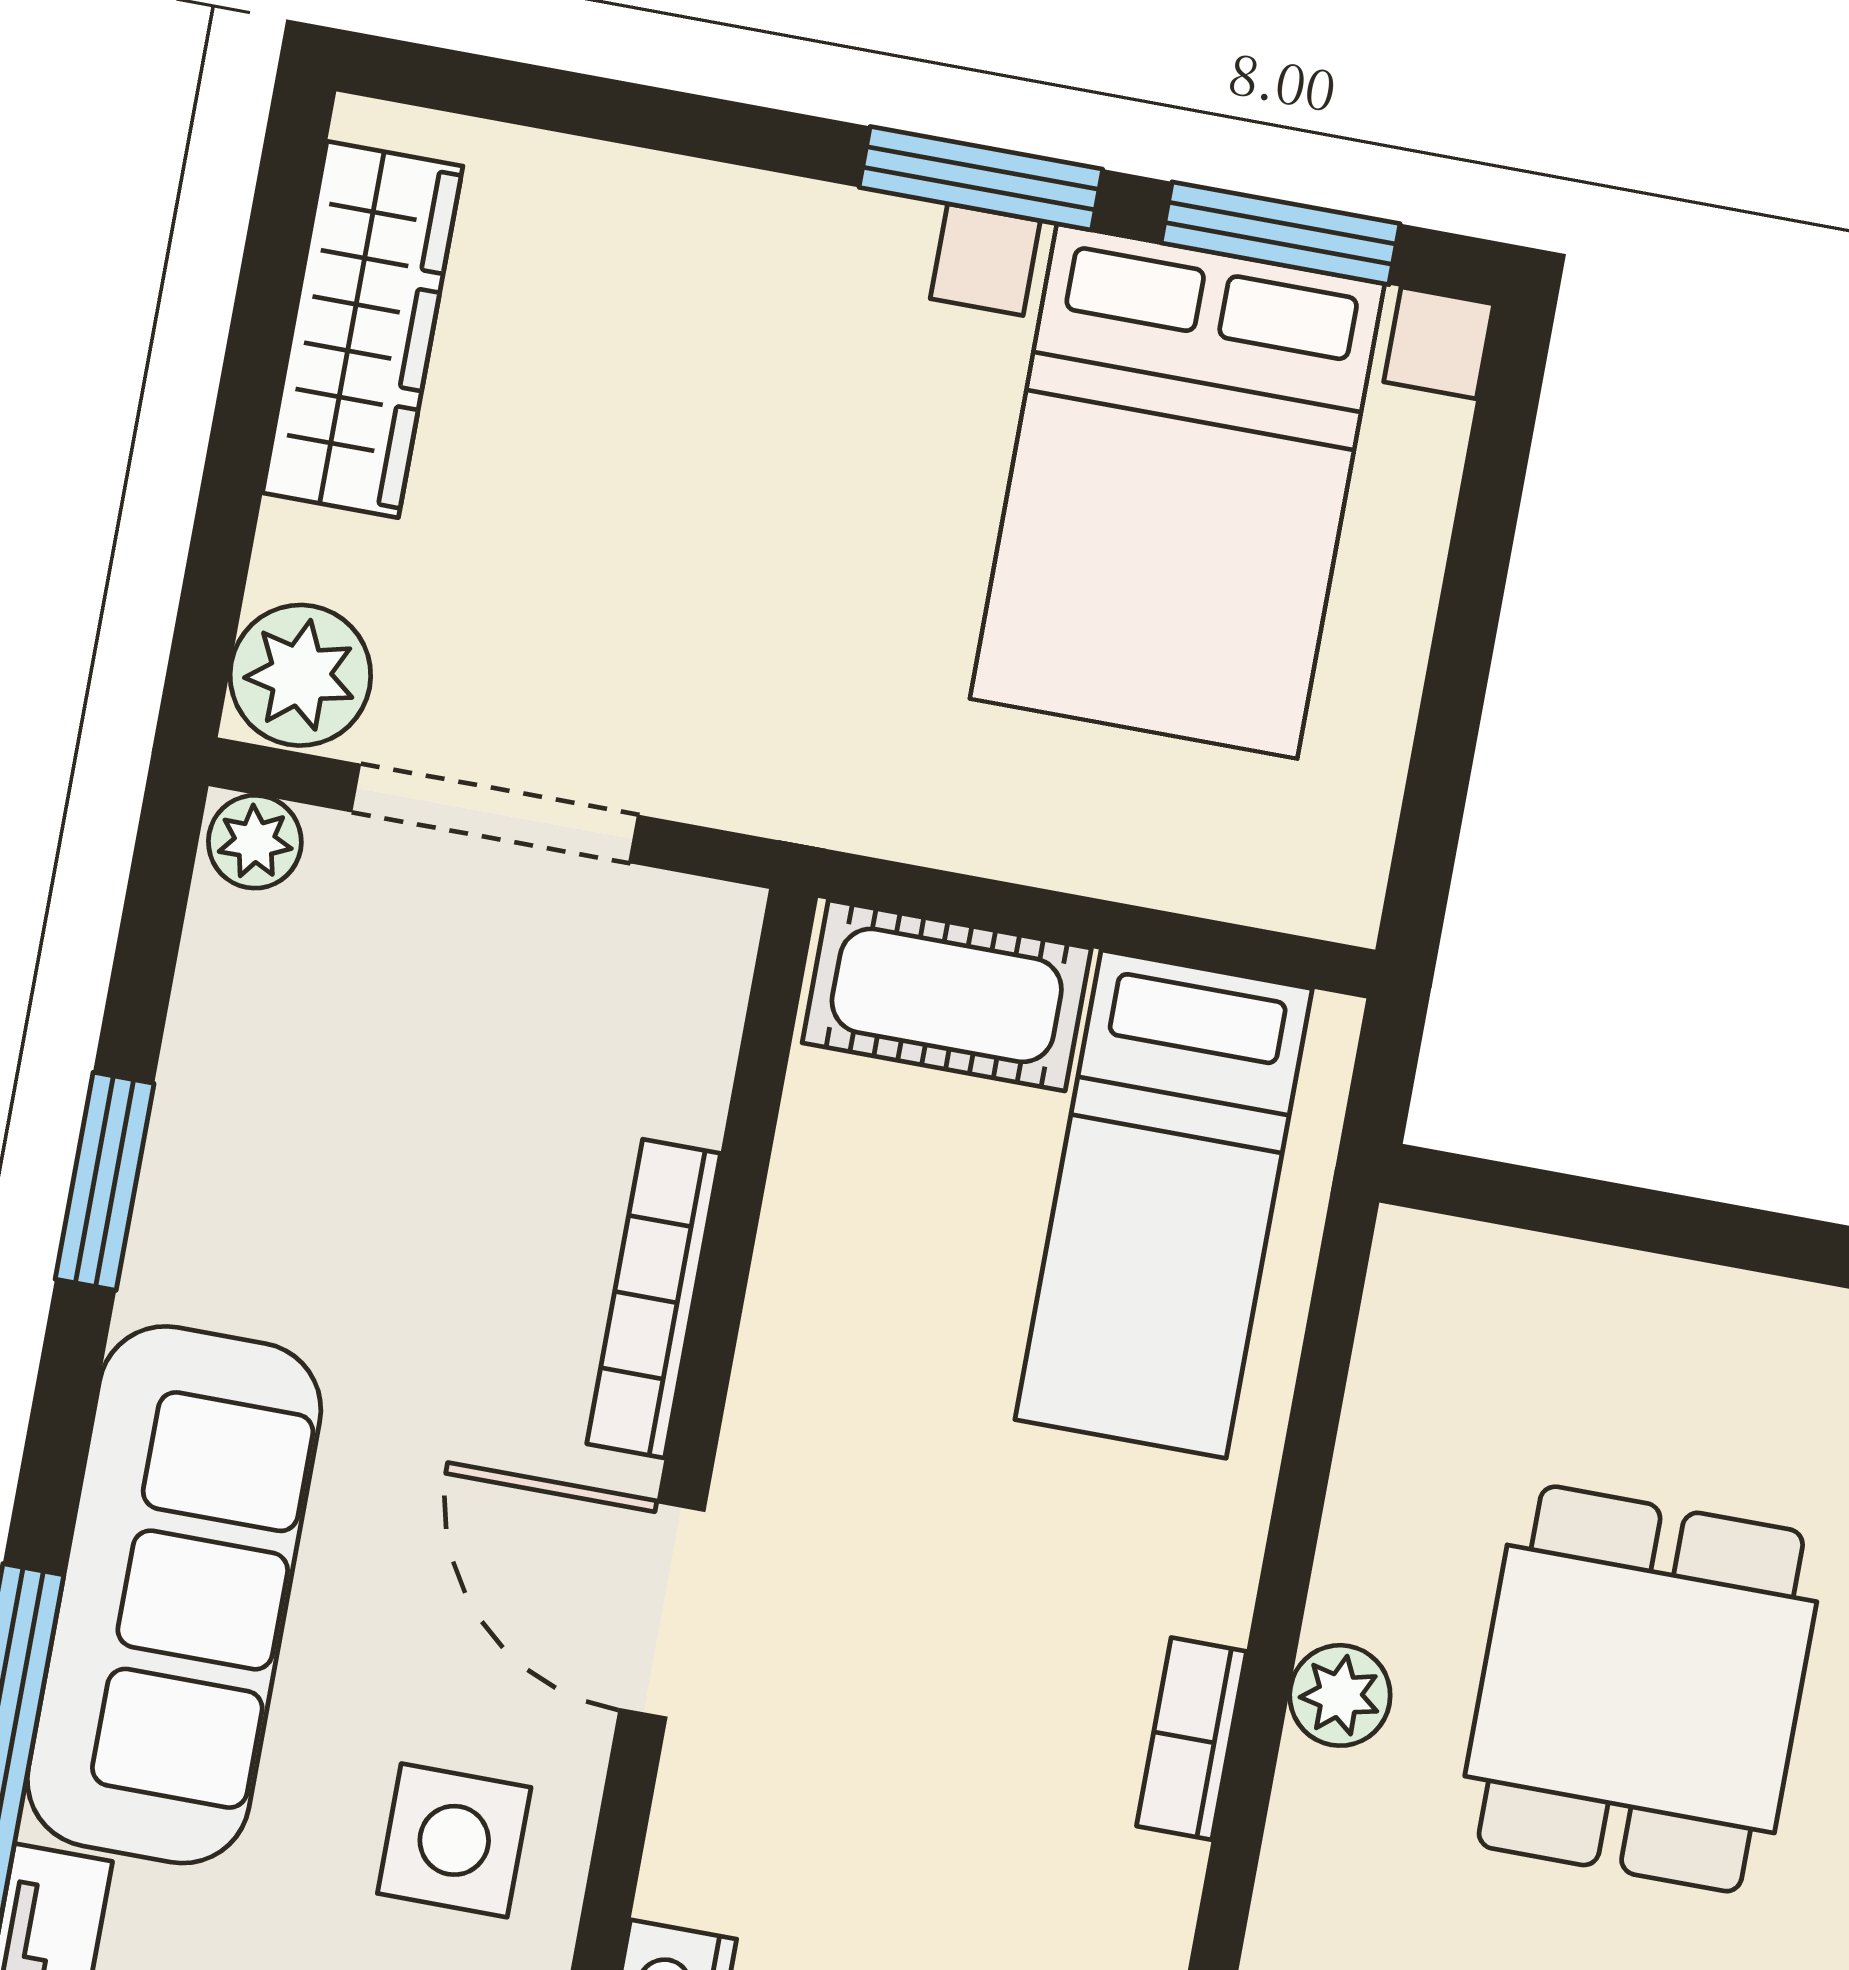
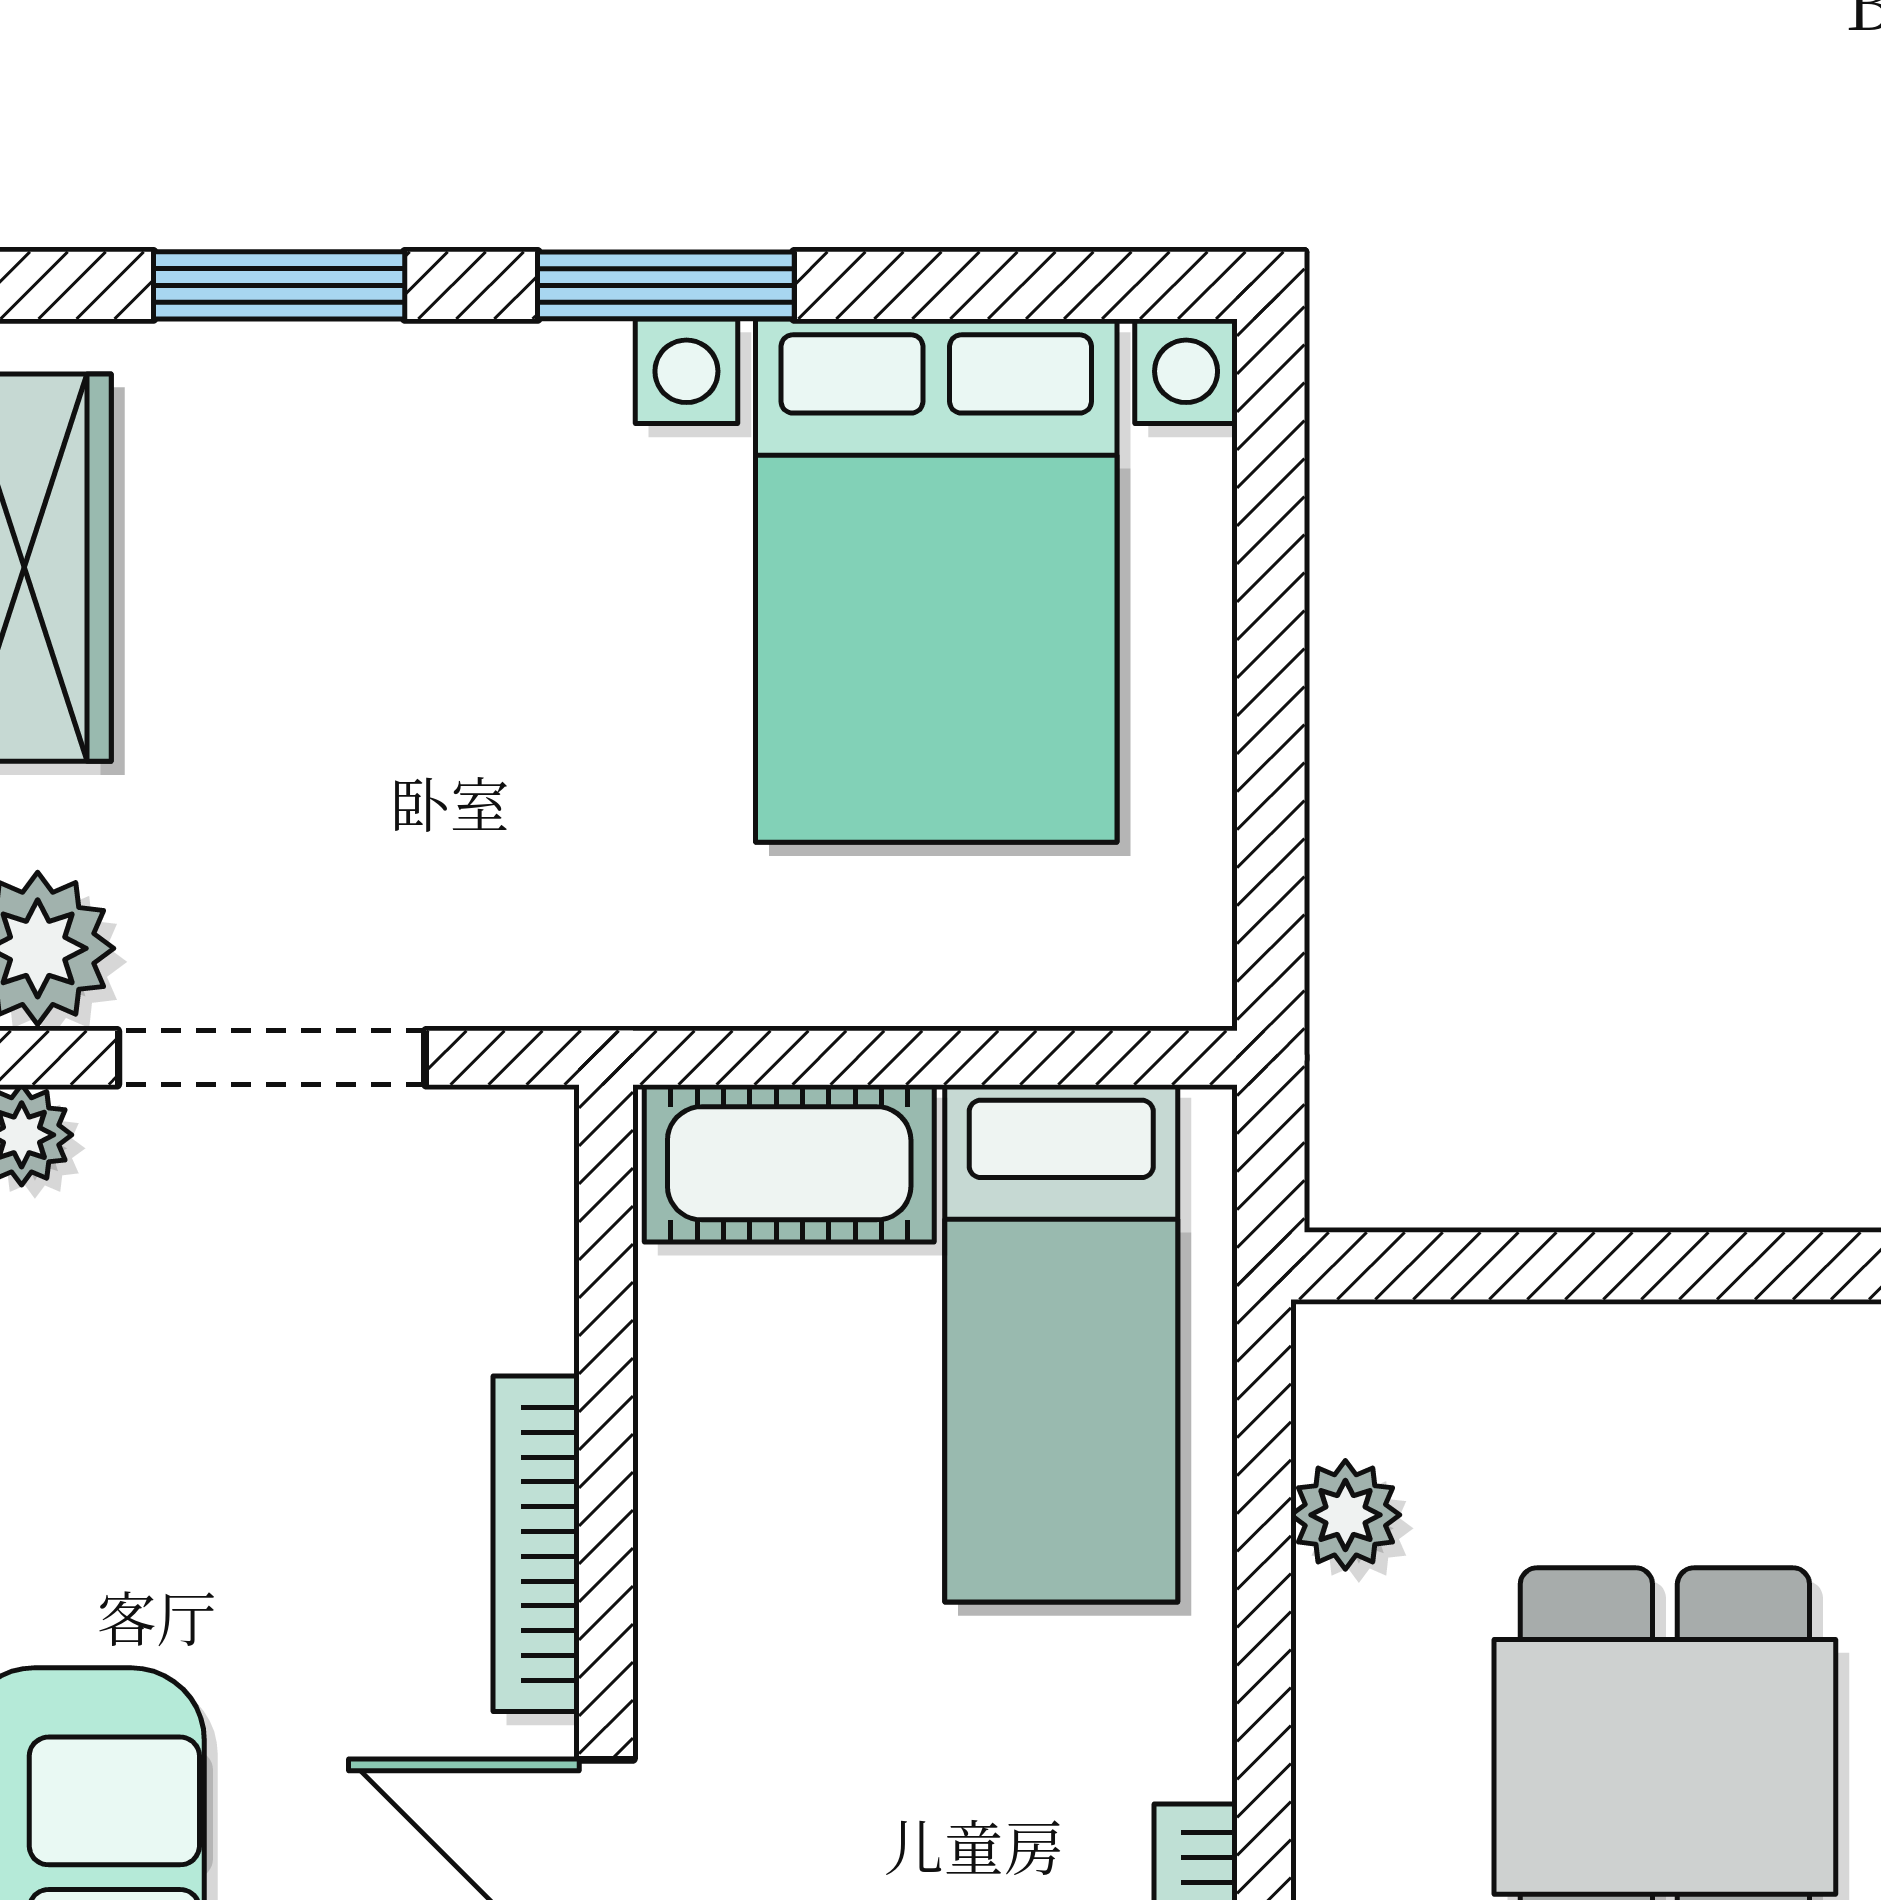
window: (1280, 233) -> (279, 285), moved
plant: (1340, 1695) -> (1345, 1515), moved

